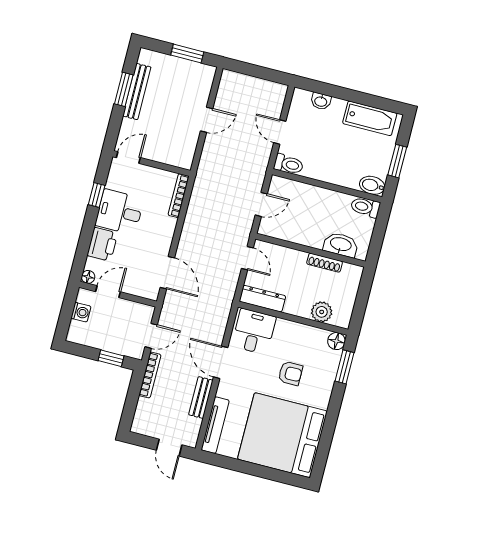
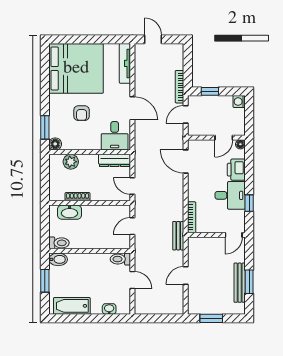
washing machine: (81, 312) -> (239, 102), moved
armchair: (290, 373) -> (82, 113), turned -90
bench: (201, 398) -> (178, 236), moved

